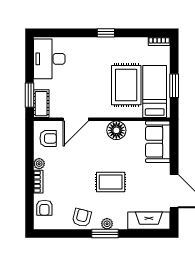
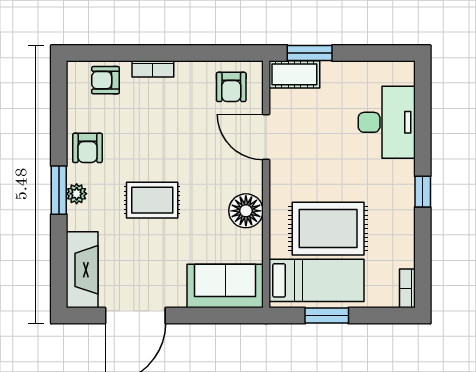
desk: (49, 59) -> (387, 122), moved, turned 90
plant: (39, 164) -> (185, 71), removed
rug: (111, 182) -> (152, 200), turned 90
armchair: (82, 218) -> (87, 148), turned 76

